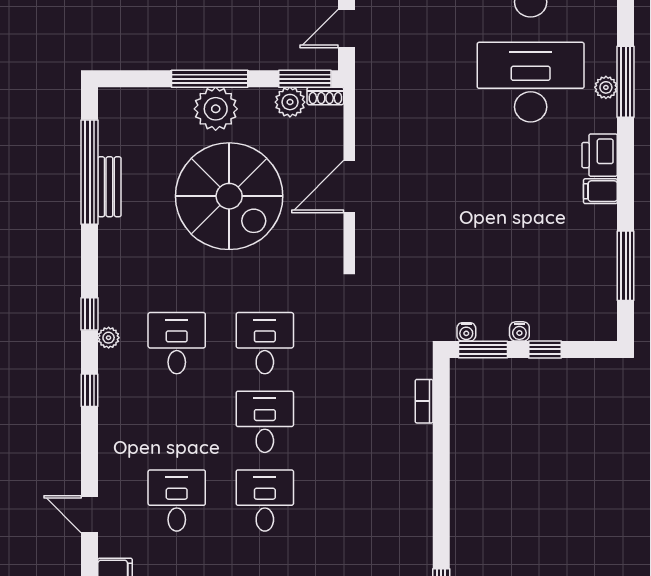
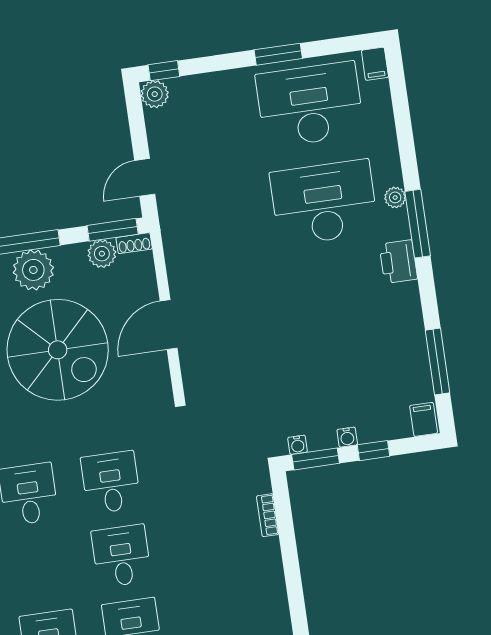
window: (626, 82) -> (418, 224), moved
filing cabinet: (600, 191) -> (424, 419), moved, turned 90

